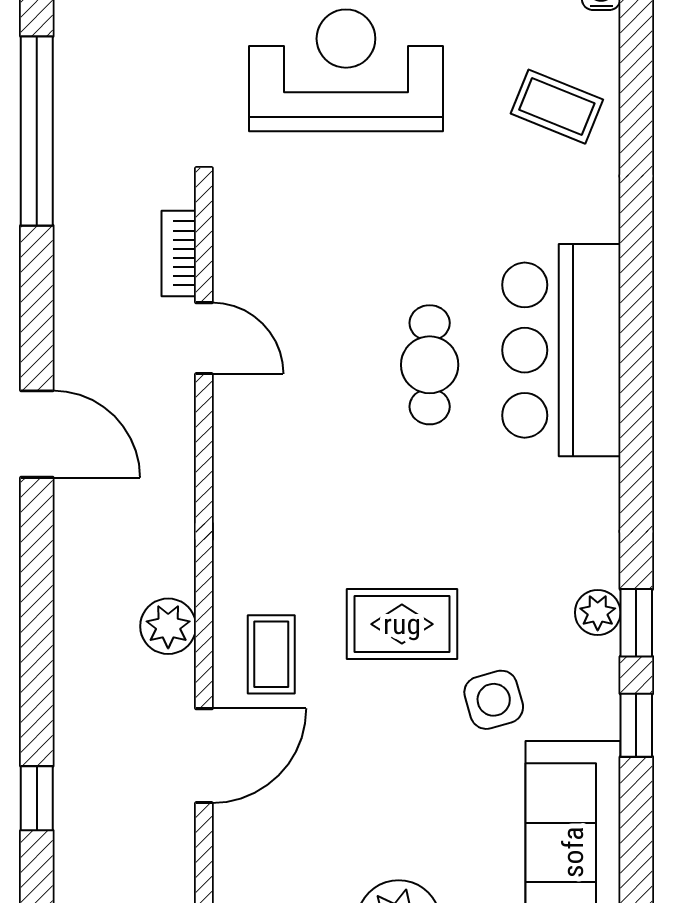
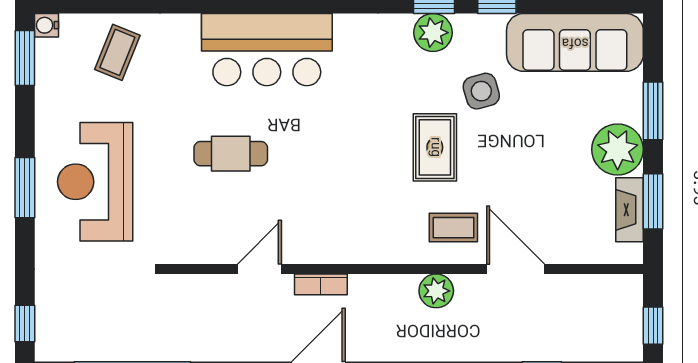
bookcase: (179, 253) -> (321, 284), moved
cafe table: (430, 365) -> (231, 154), moved
plant: (598, 613) -> (433, 33), width x1.38, depth x1.38

